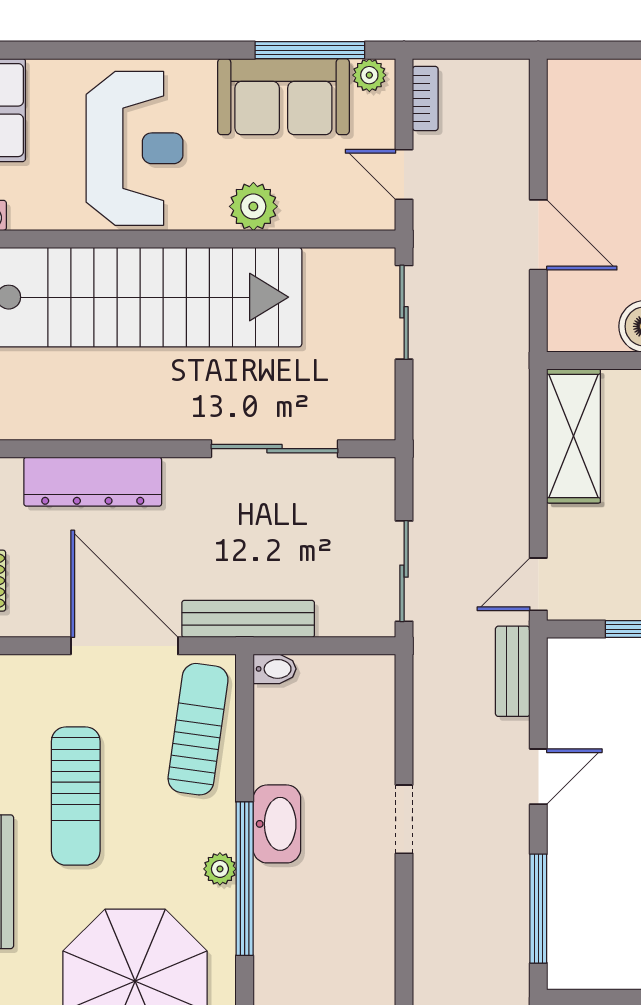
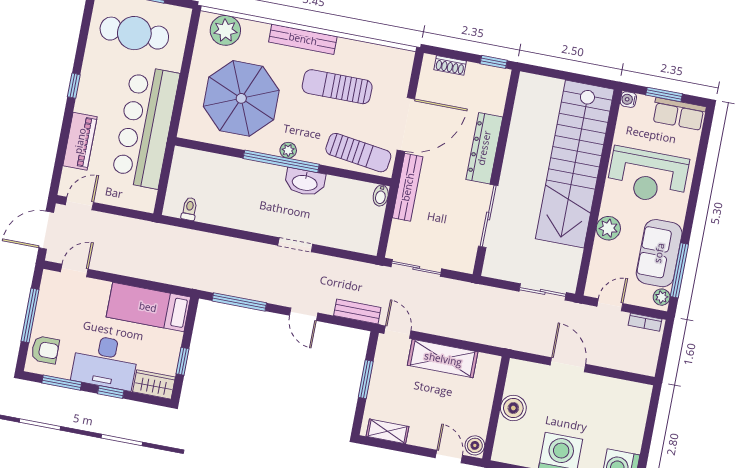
door: (538, 235) -> (568, 365), swing flipped
shelving: (573, 436) -> (443, 359), moved
dresser: (93, 482) -> (484, 148), moved

